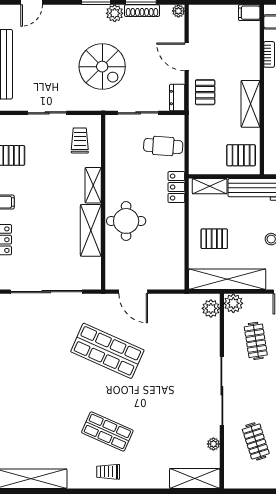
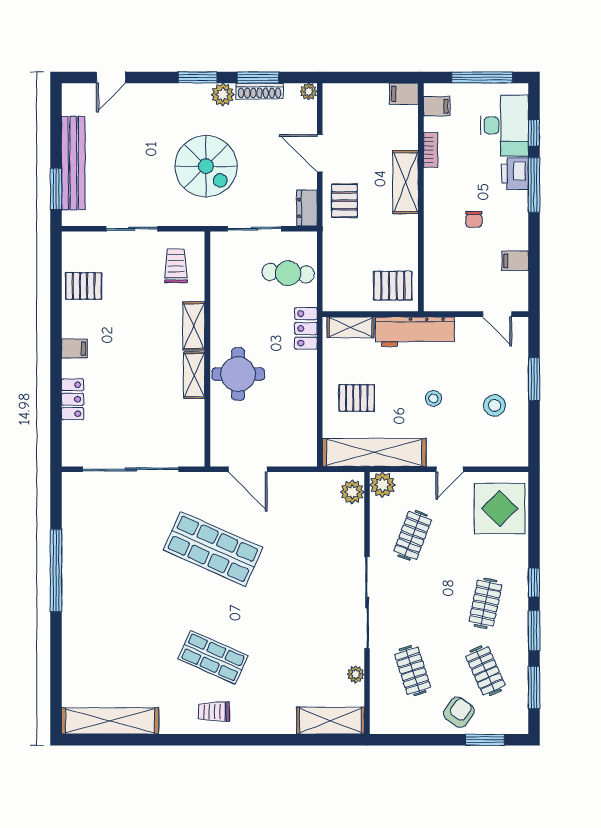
shelving: (251, 104) -> (406, 182), moved
shelving: (91, 230) -> (194, 375), width x0.67, depth x0.75
clothes rail: (256, 341) -> (413, 535), turned 30

